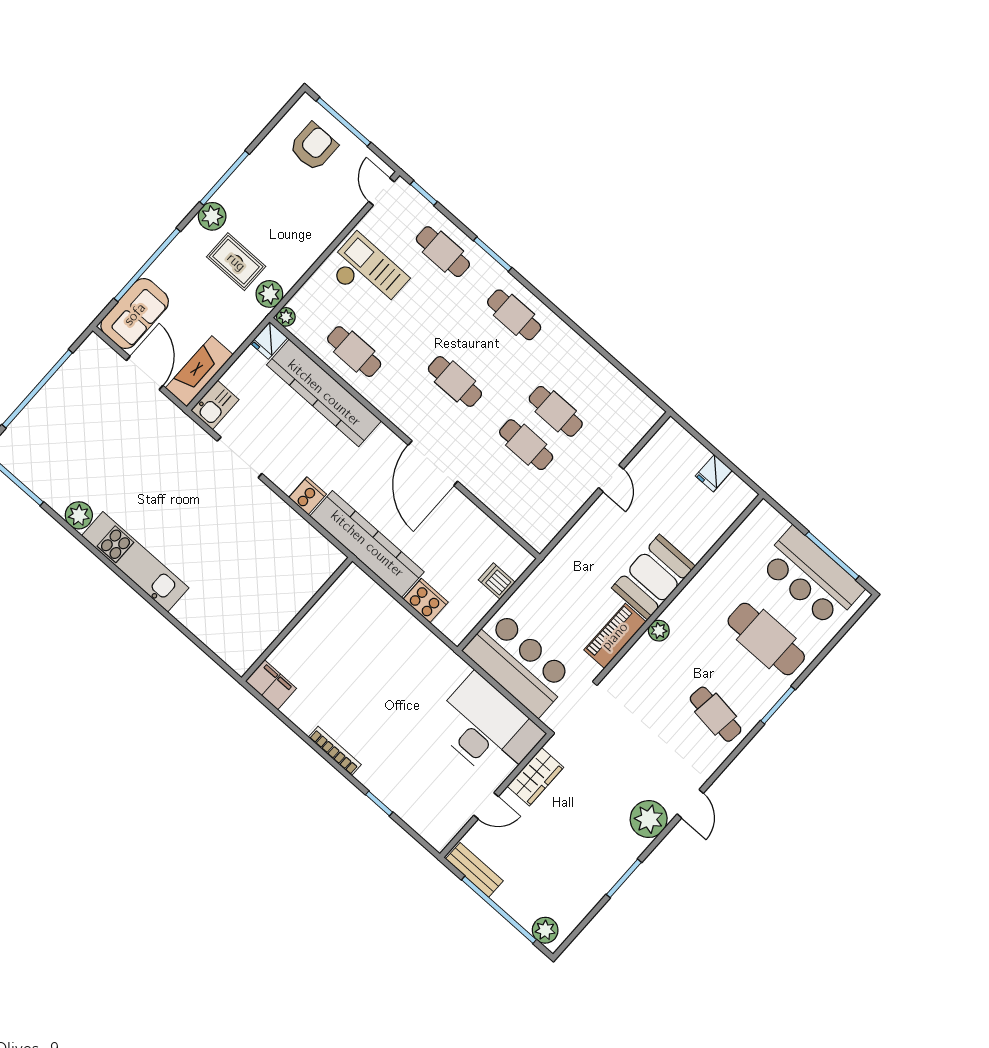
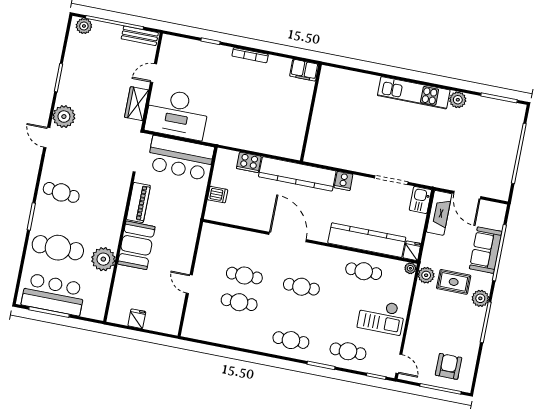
armchair: (313, 147) -> (449, 366), turned 180
sofa: (135, 314) -> (486, 250), moved
plant: (659, 631) -> (103, 259), moved, width x1.88, depth x1.88

